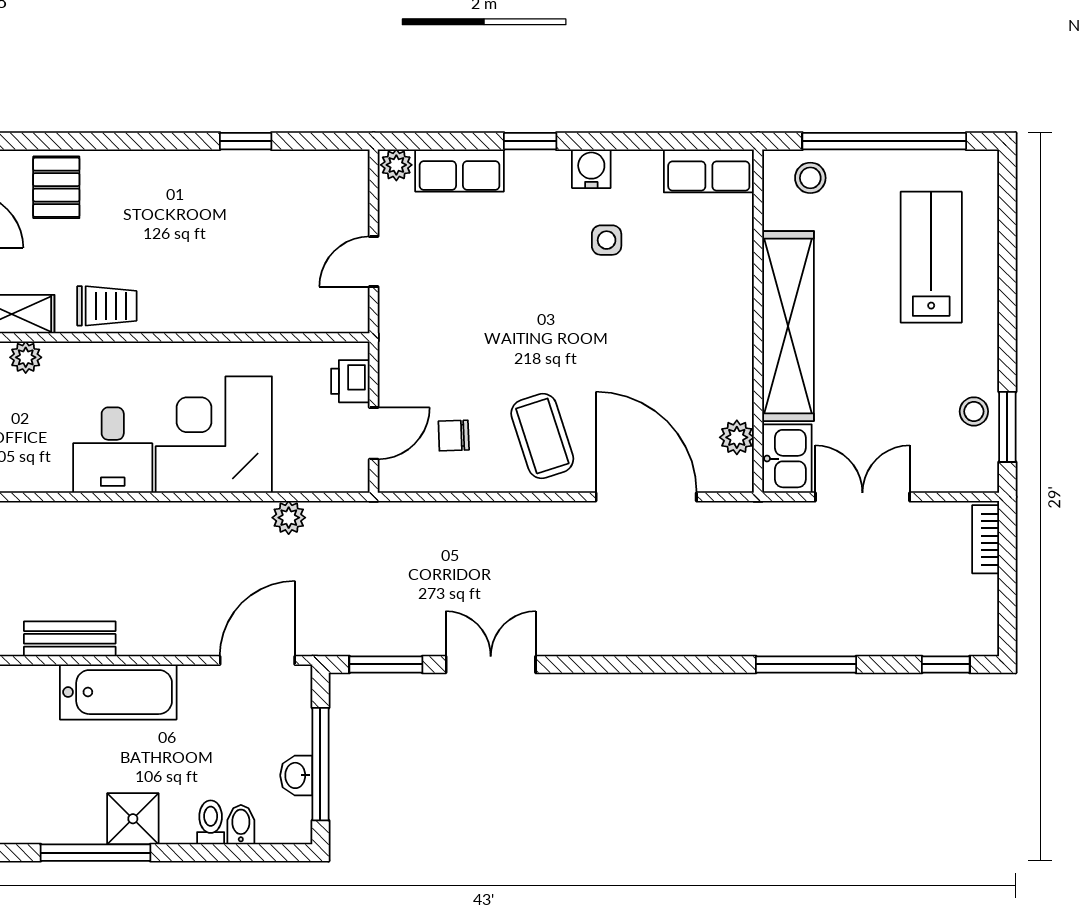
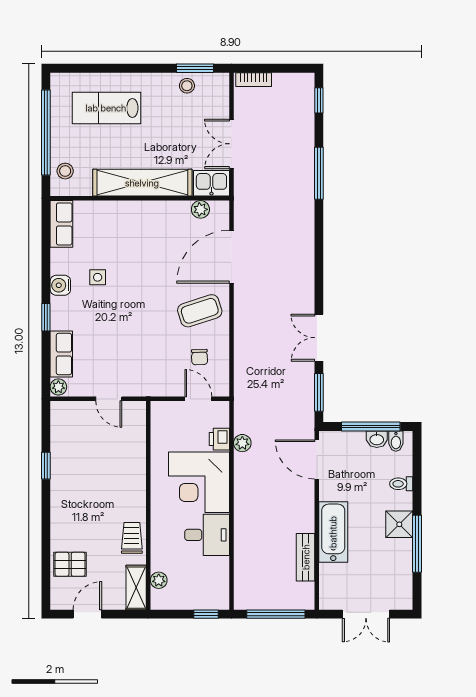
printer: (350, 381) -> (219, 439), moved, turned 90
bidet: (241, 825) -> (396, 441), moved, turned -90

